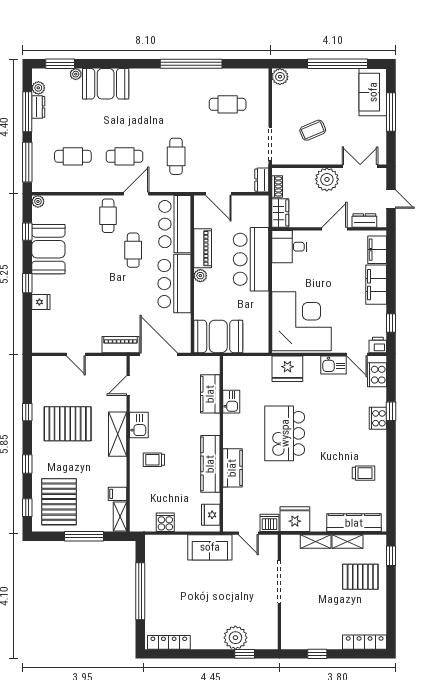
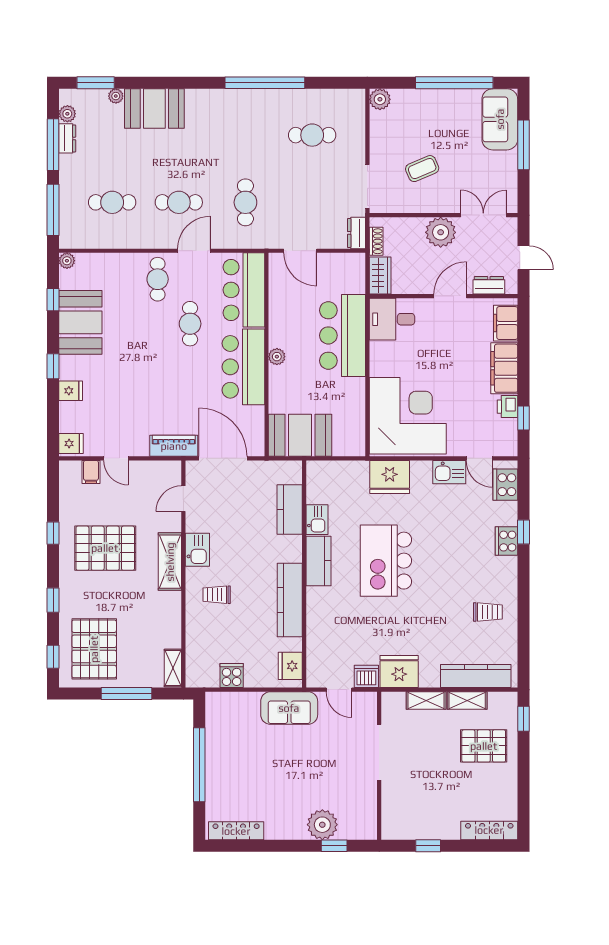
piano: (203, 248) -> (280, 321), removed
fridge: (41, 343) -> (71, 443), added
printer: (378, 345) -> (507, 407), moved, turned -90
kitchen counter: (232, 468) -> (318, 561), moved
filing cabinet: (118, 494) -> (91, 472), moved, turned -90

